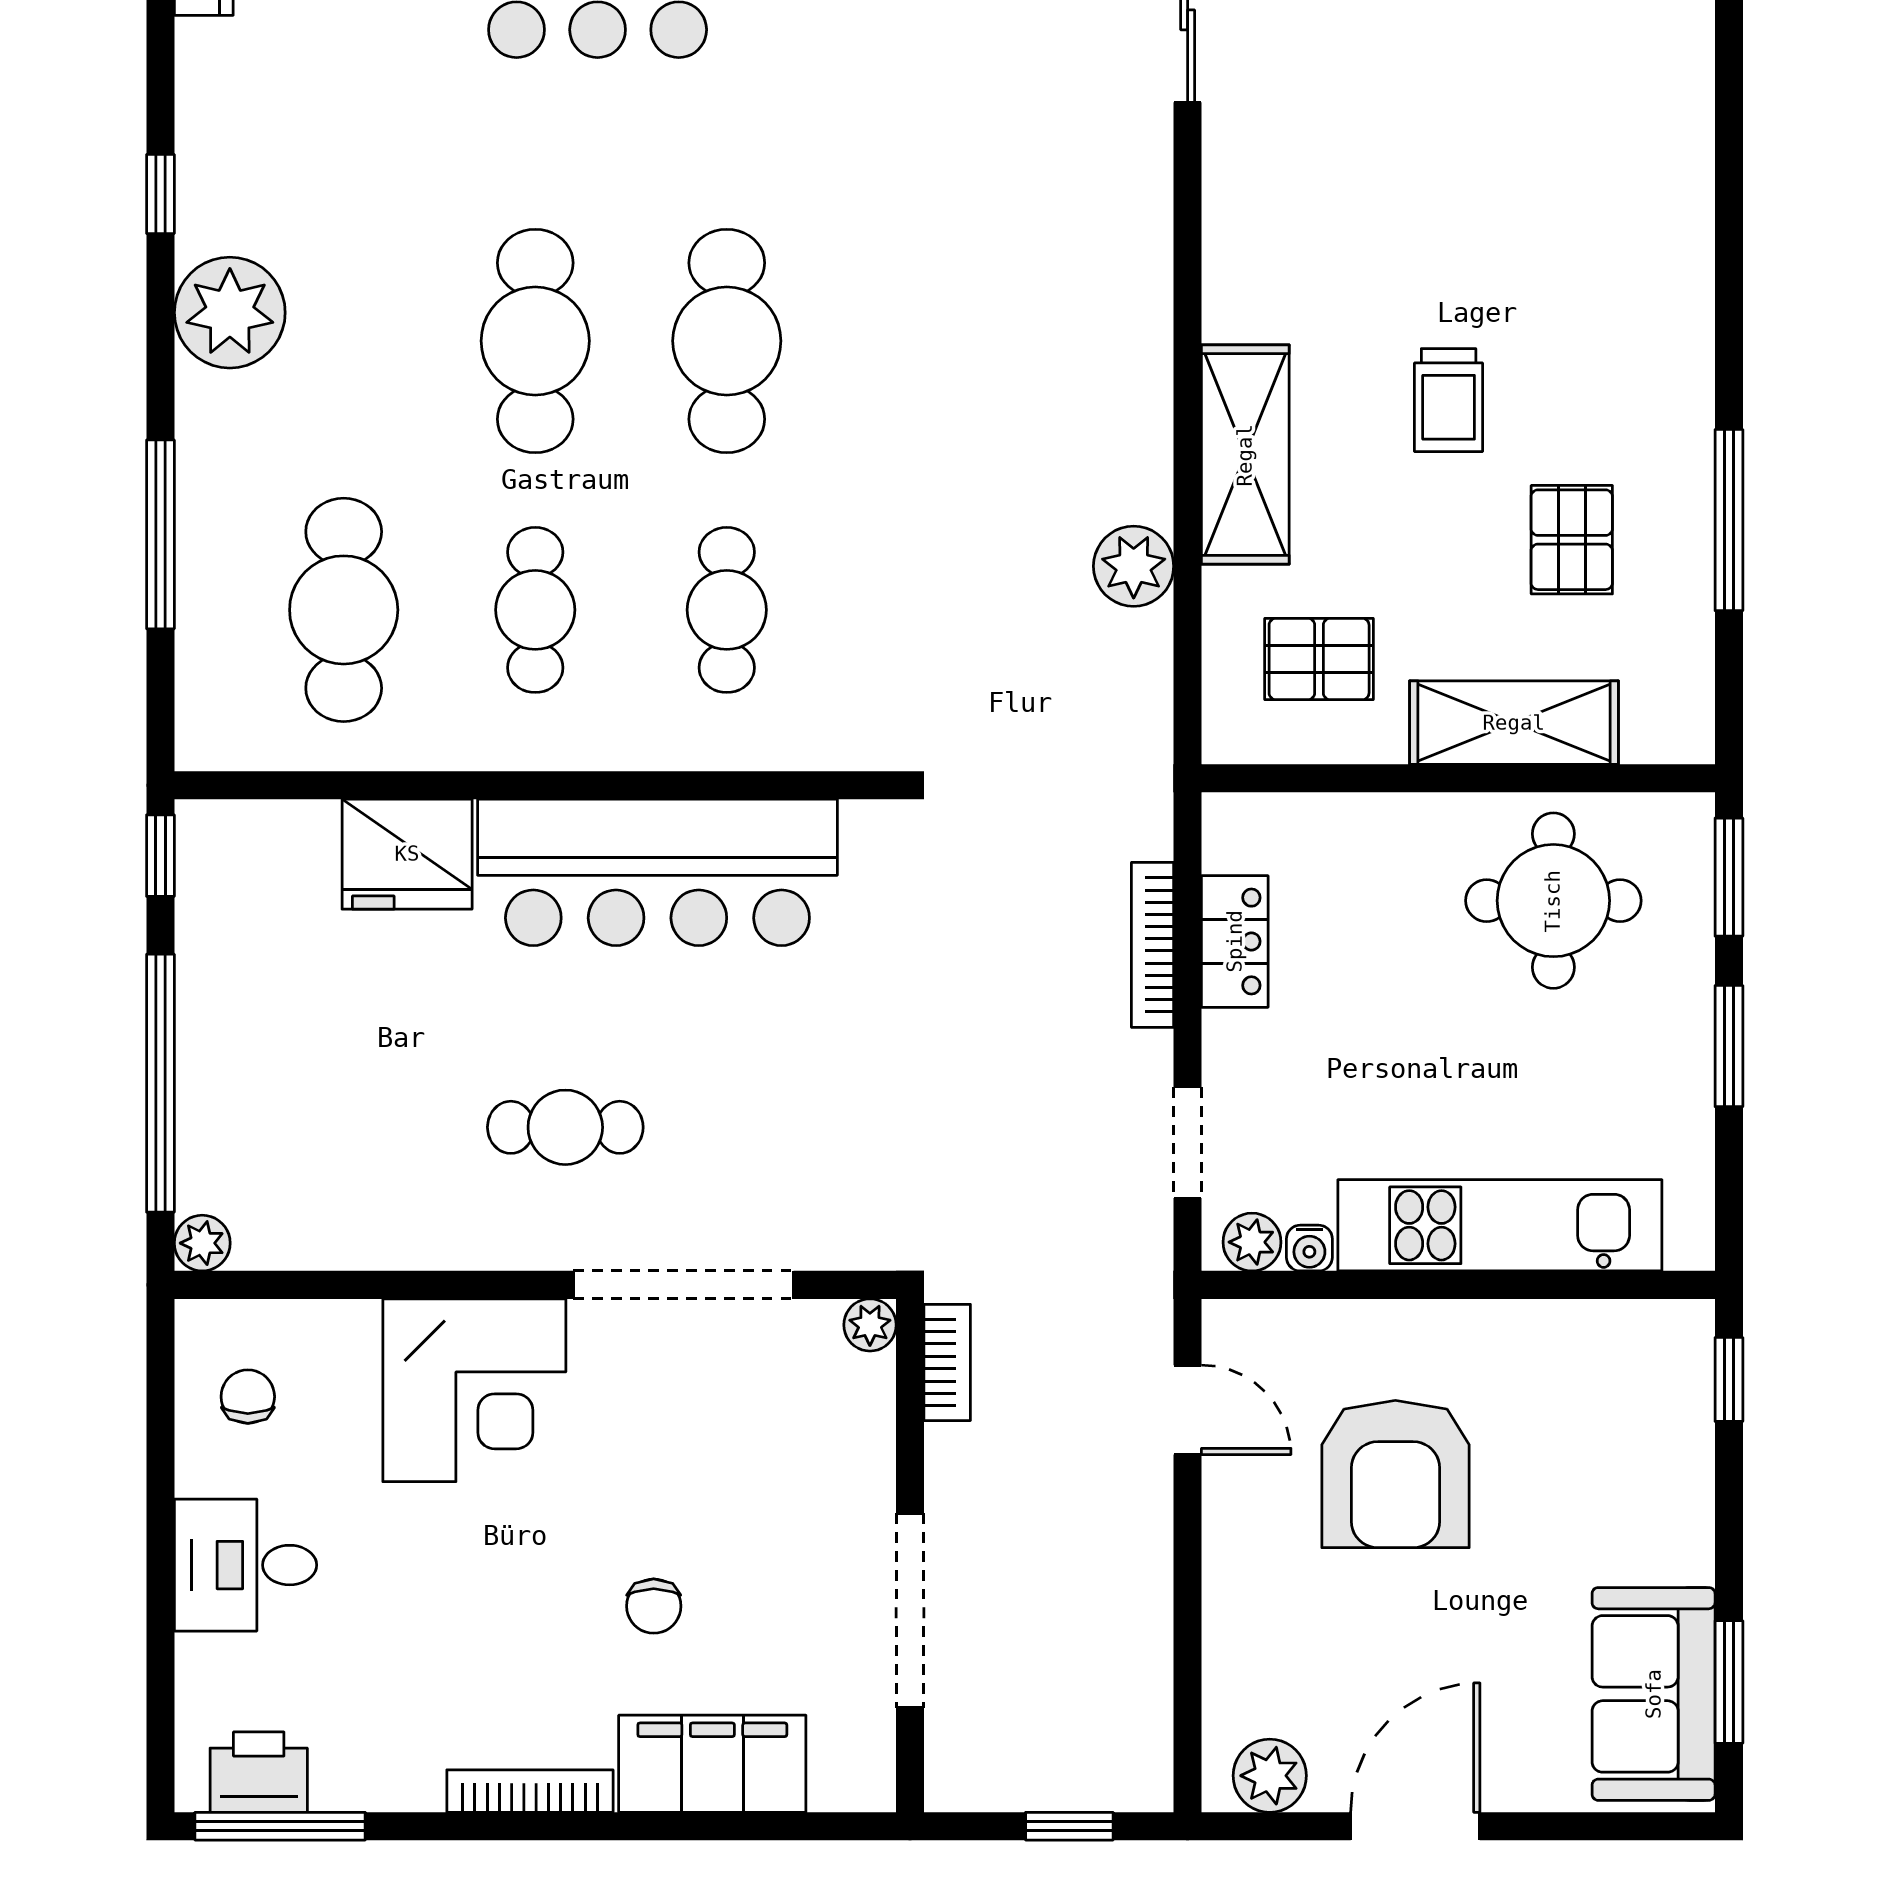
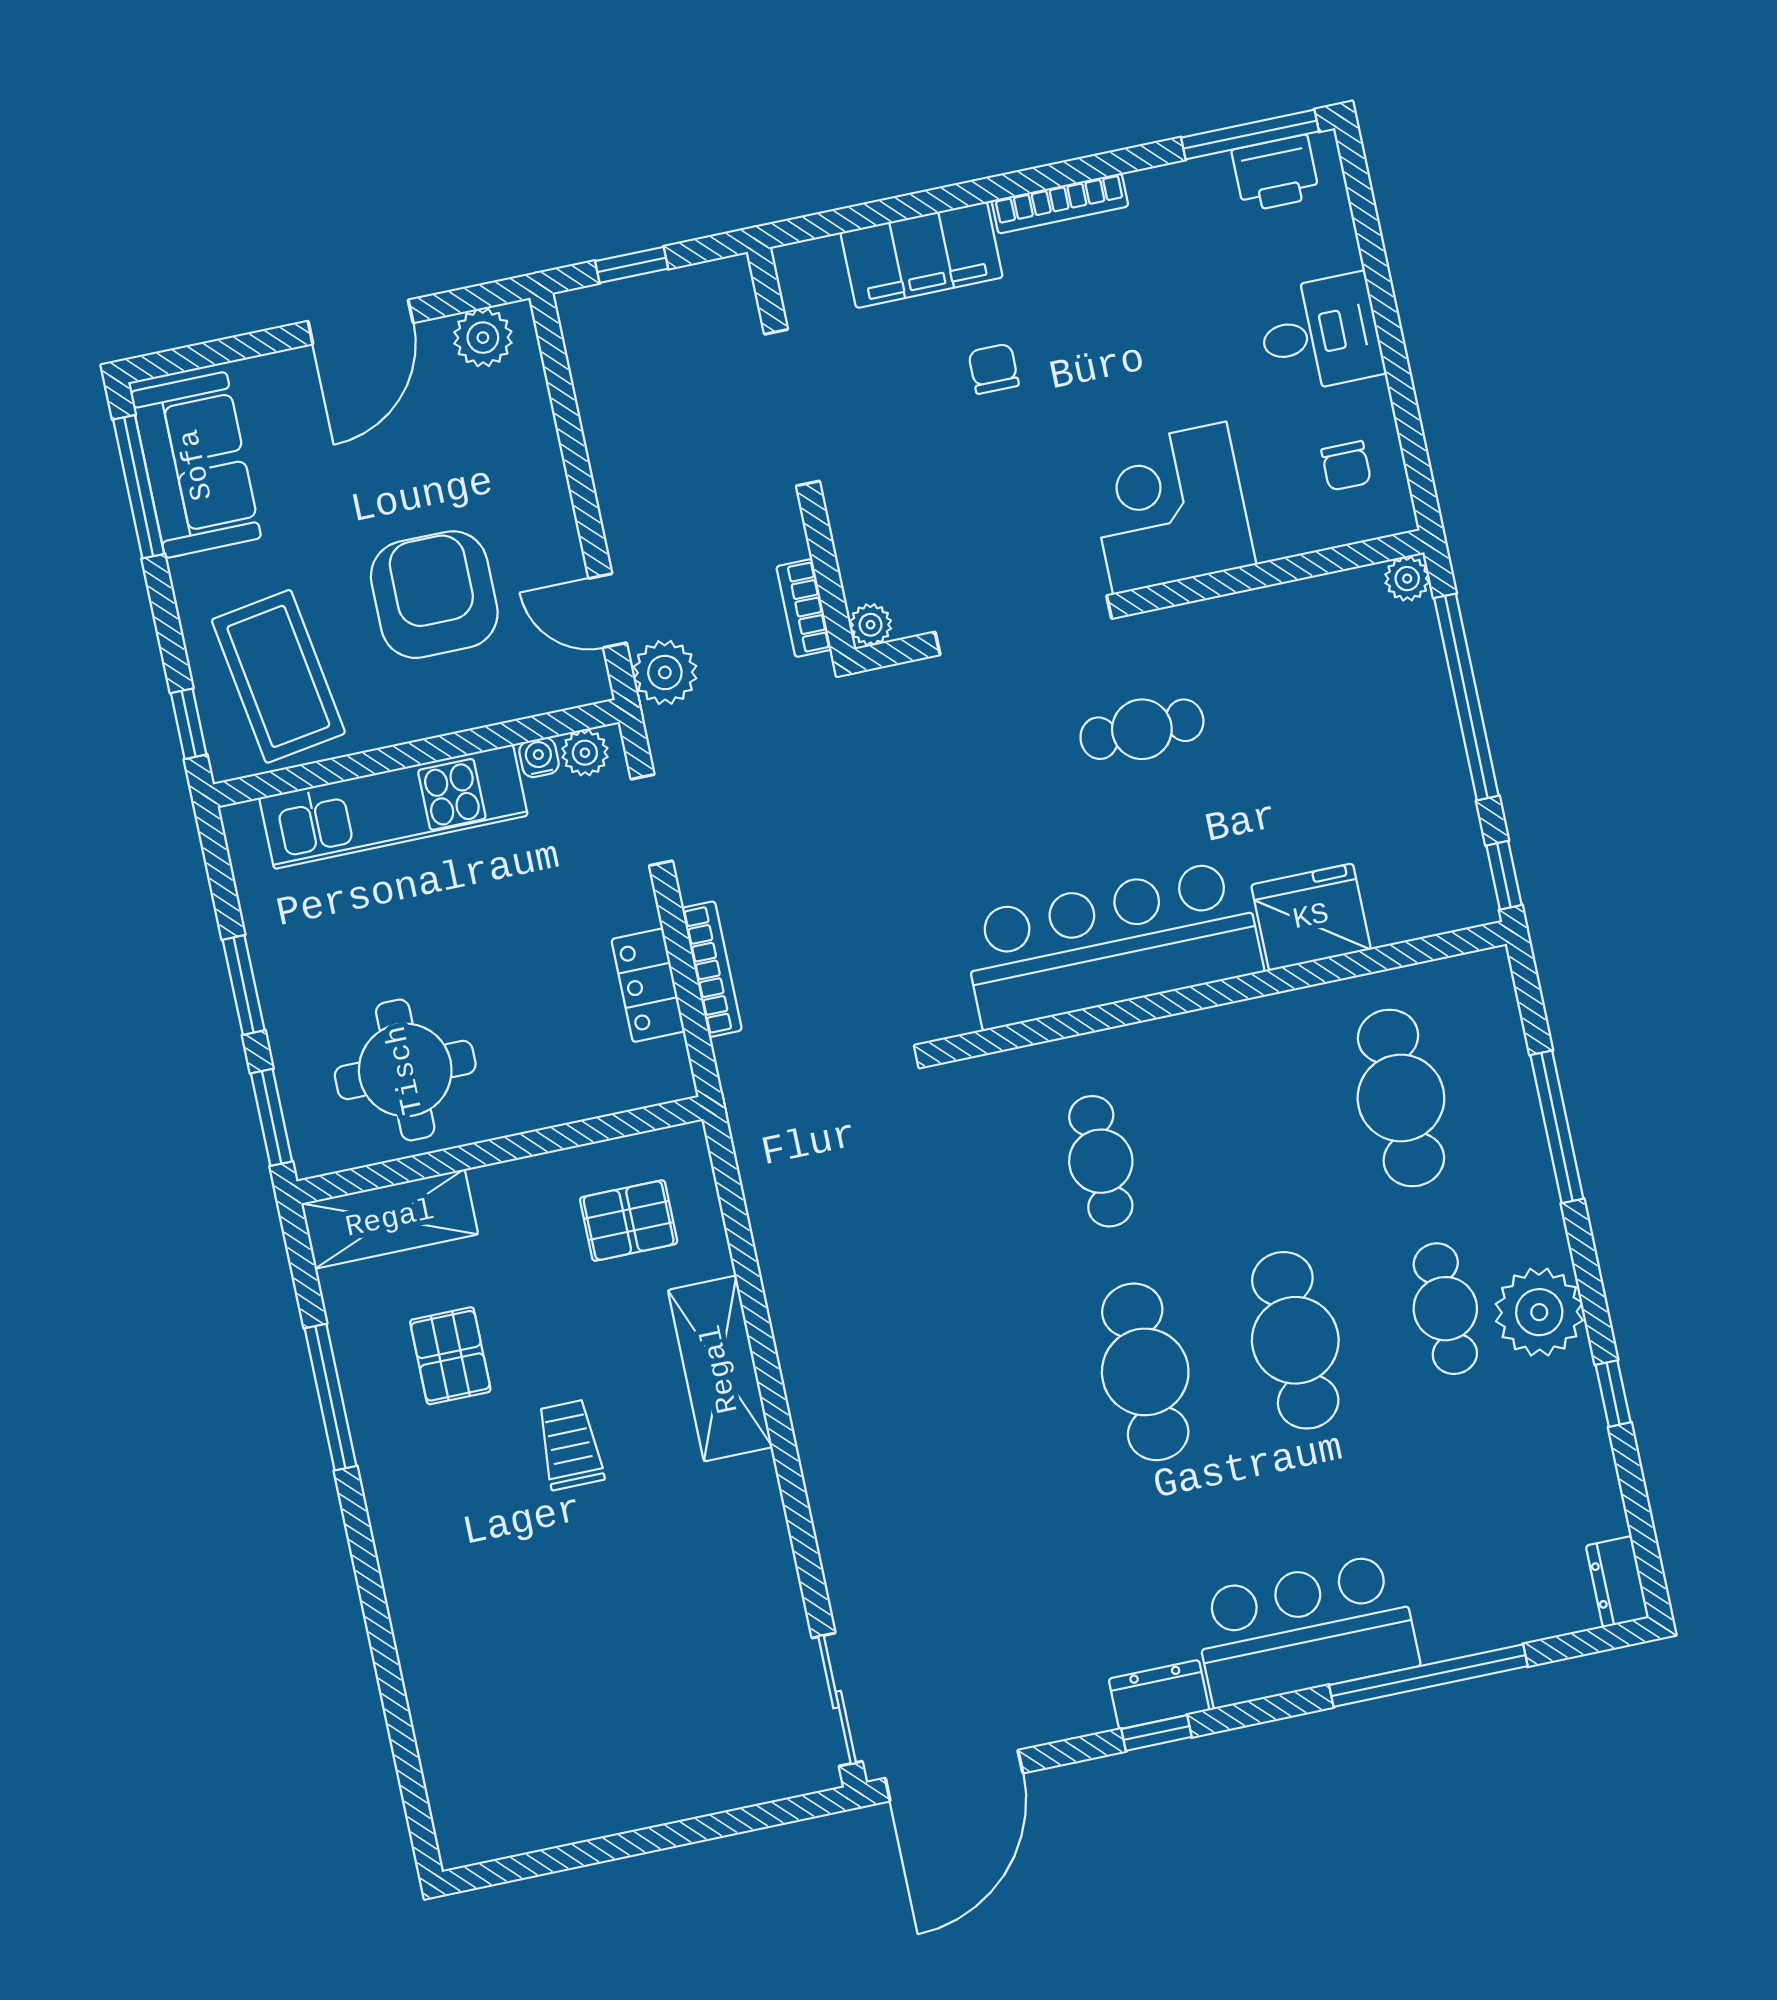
plant: (1134, 566) -> (665, 672), moved
cafe table: (535, 610) -> (1445, 1309), moved
shelving: (1514, 723) -> (390, 1219), moved
coffee table: (1607, 1414) -> (278, 676), added
window: (1729, 1682) -> (139, 487), width x1.44

